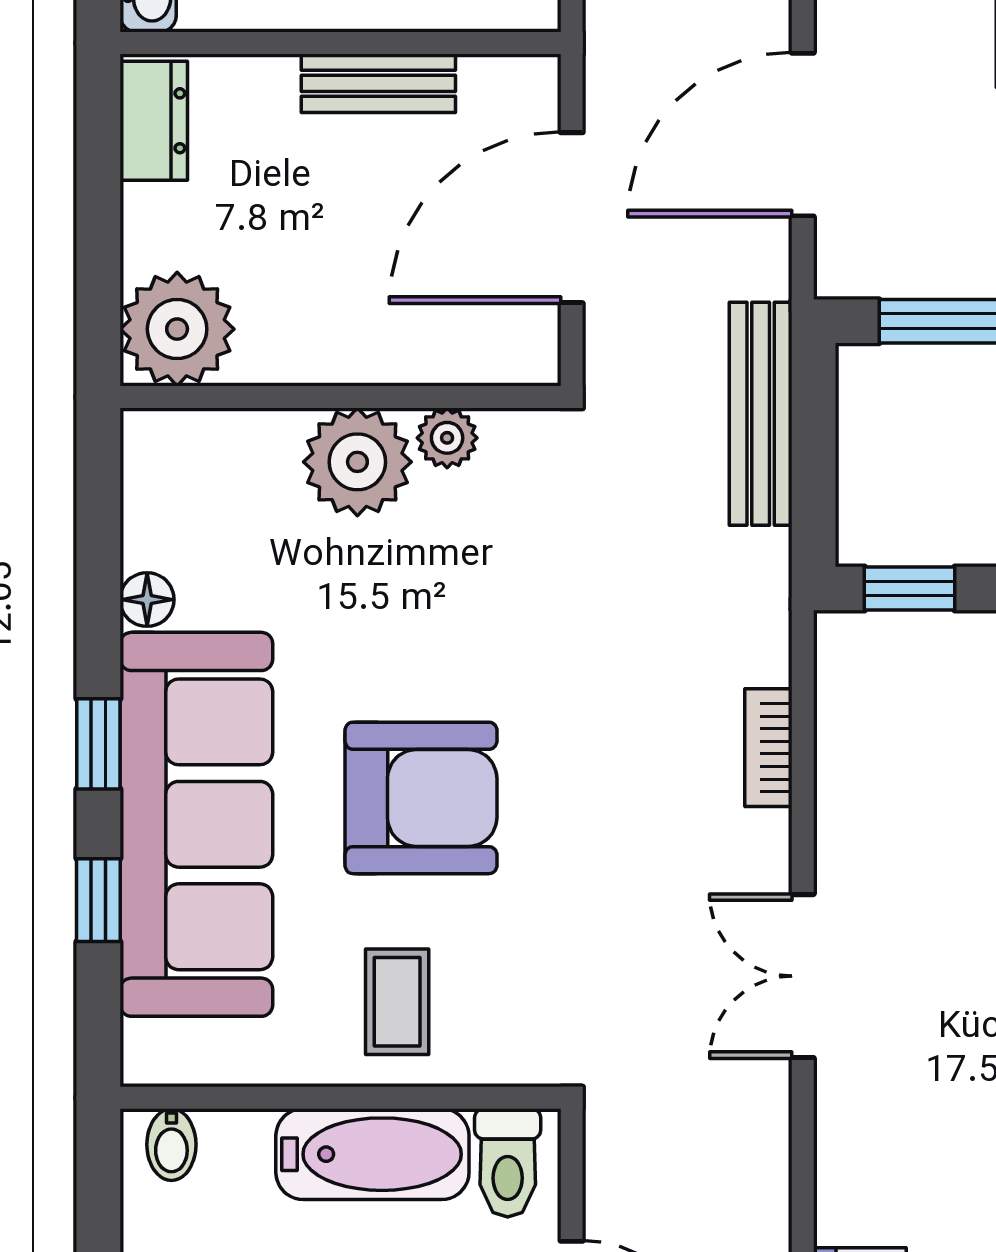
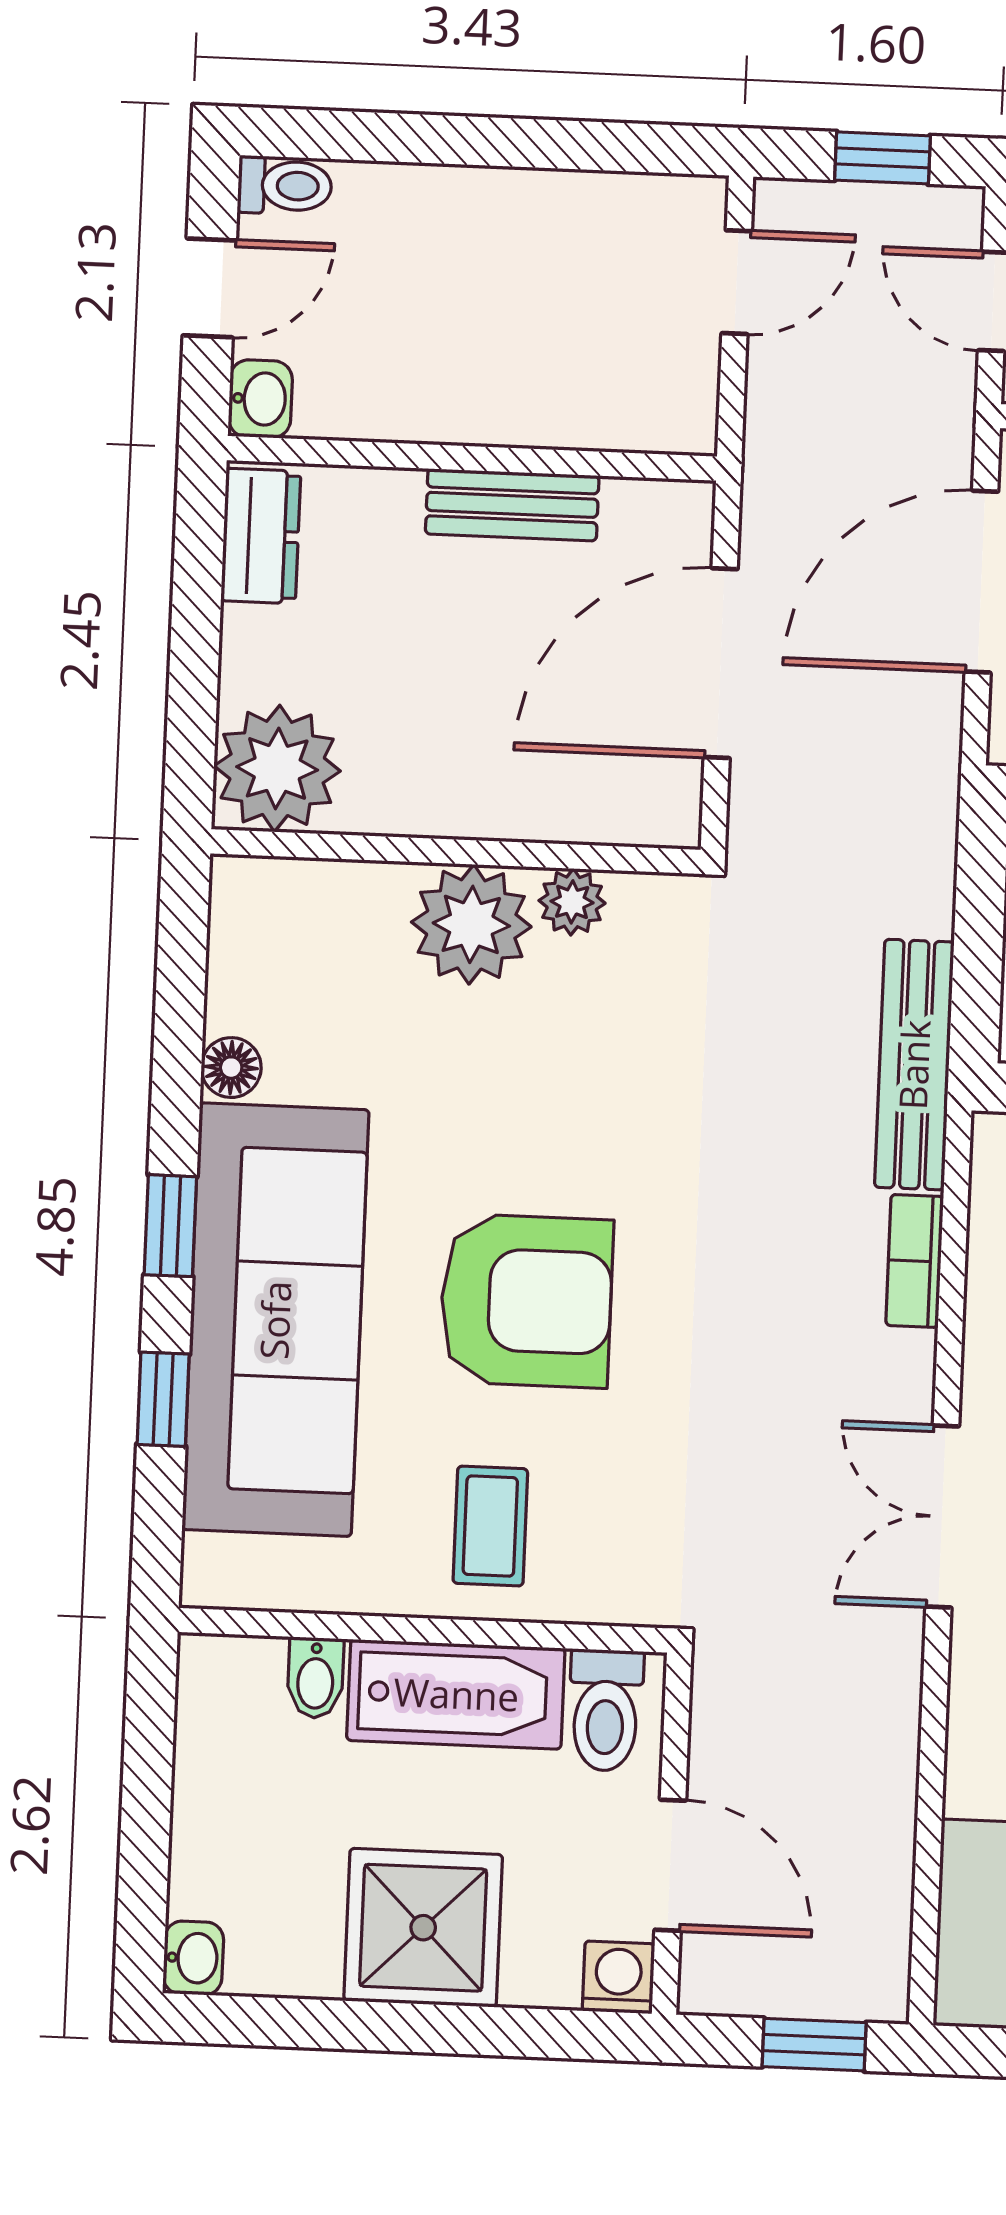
bench: (761, 414) -> (914, 1065), moved
bidet: (171, 1145) -> (315, 1678), moved

